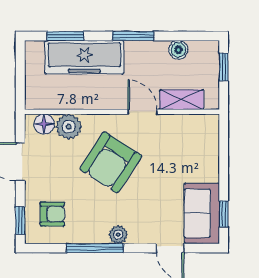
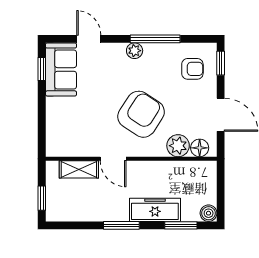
boiler: (178, 50) -> (209, 213), moved
freezer: (84, 57) -> (155, 210), width x0.73, depth x0.79
armchair: (52, 214) -> (192, 69), turned 180

